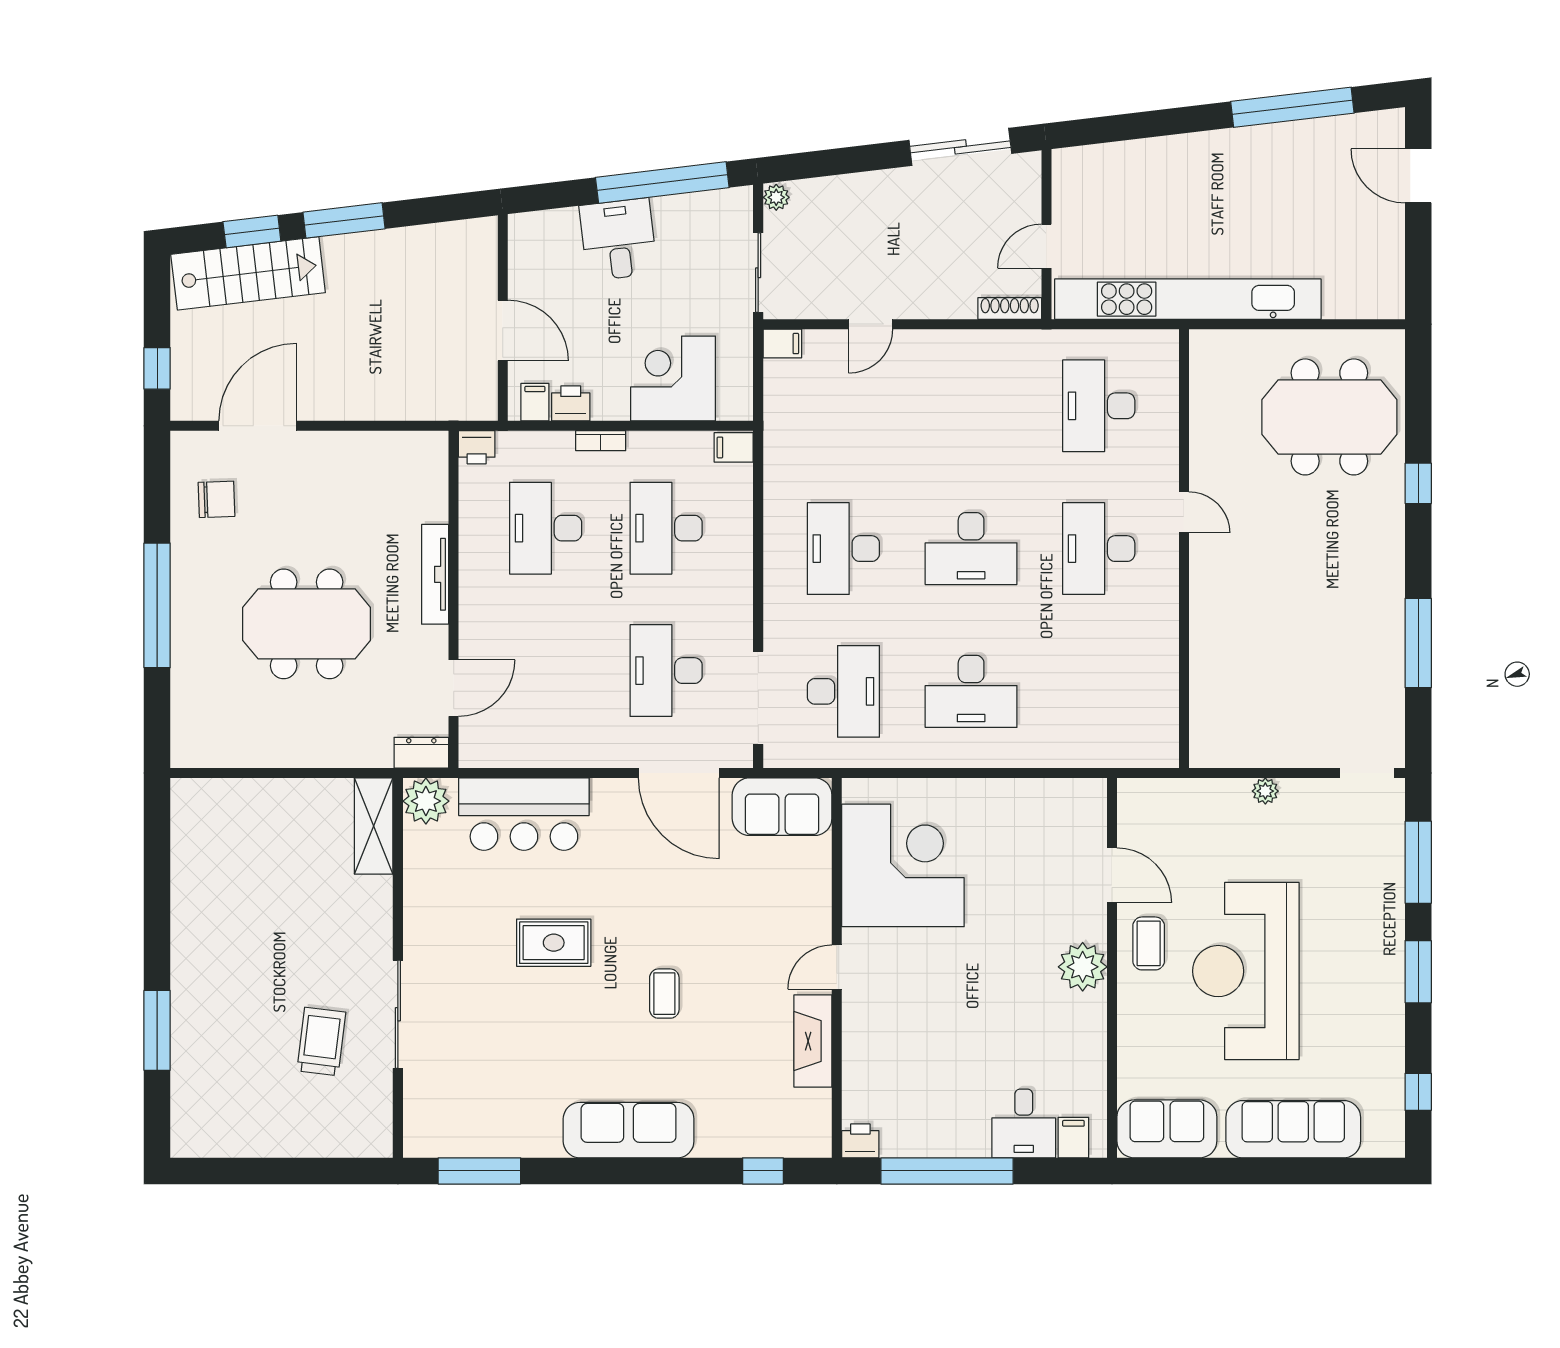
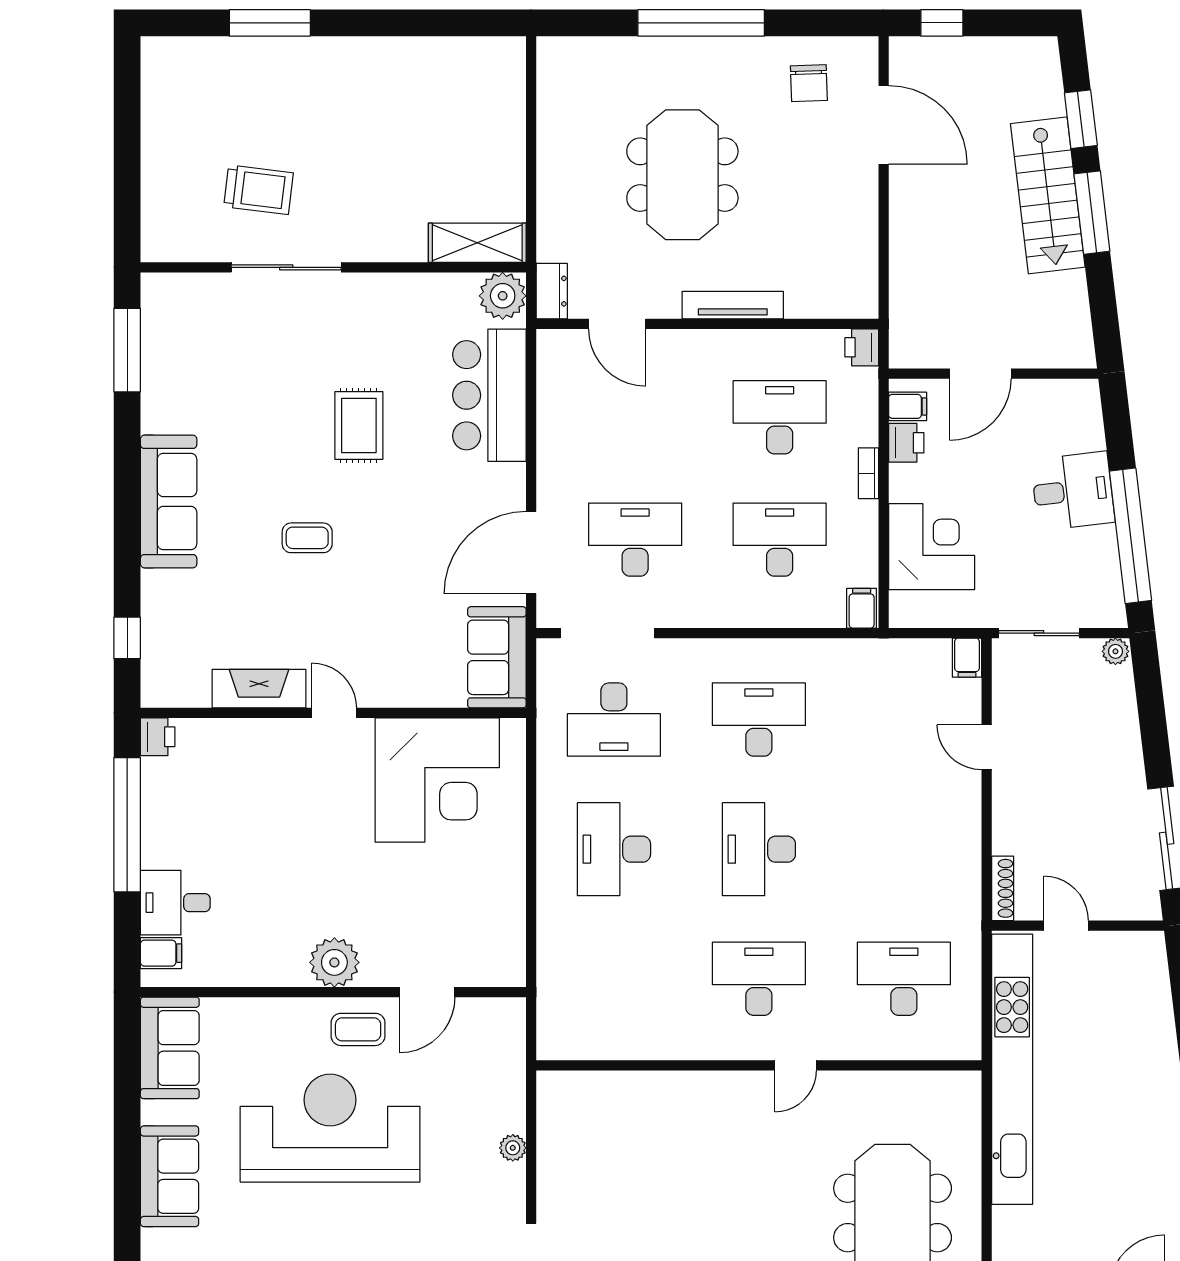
stairs: (248, 273) -> (1048, 195), moved
sofa: (1293, 1129) -> (170, 1176), width x0.73

